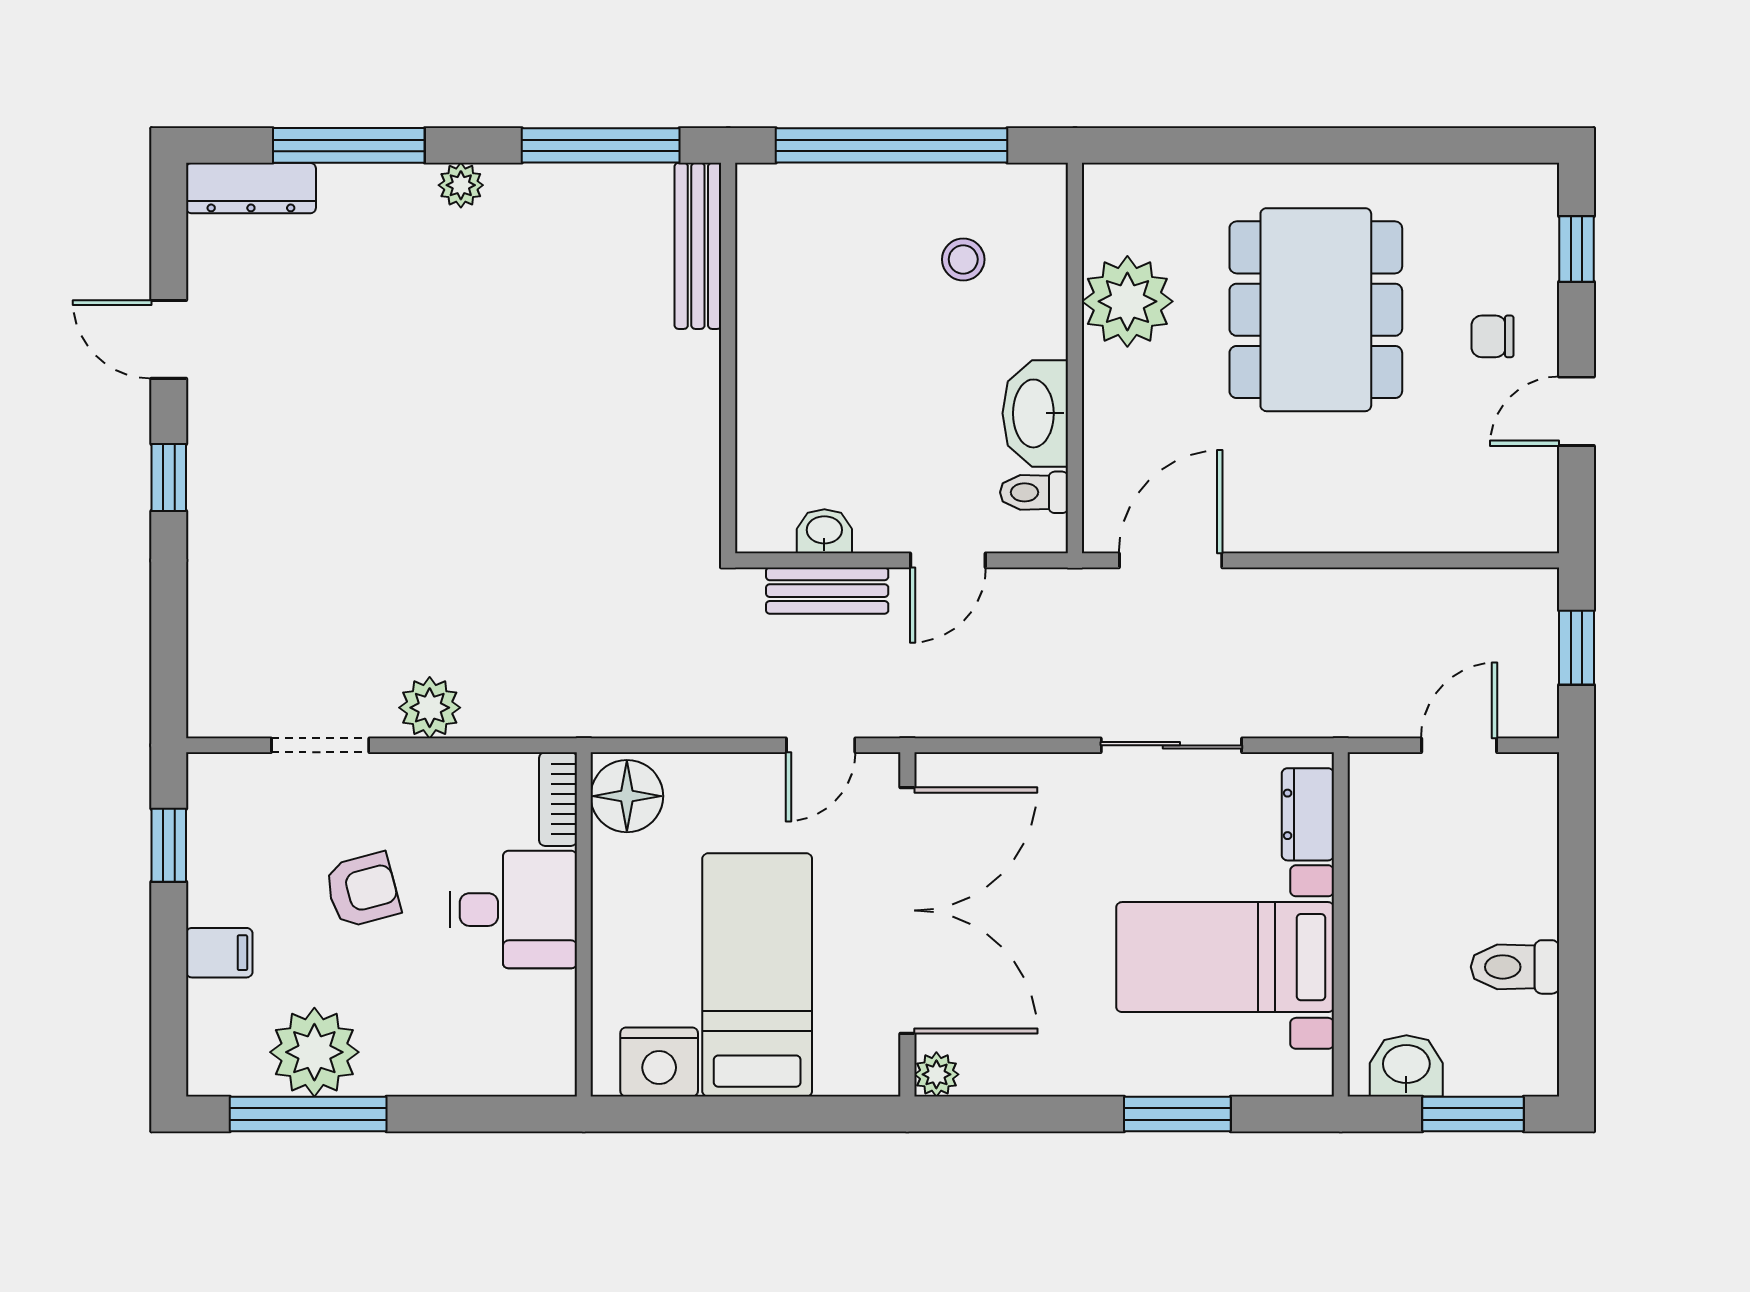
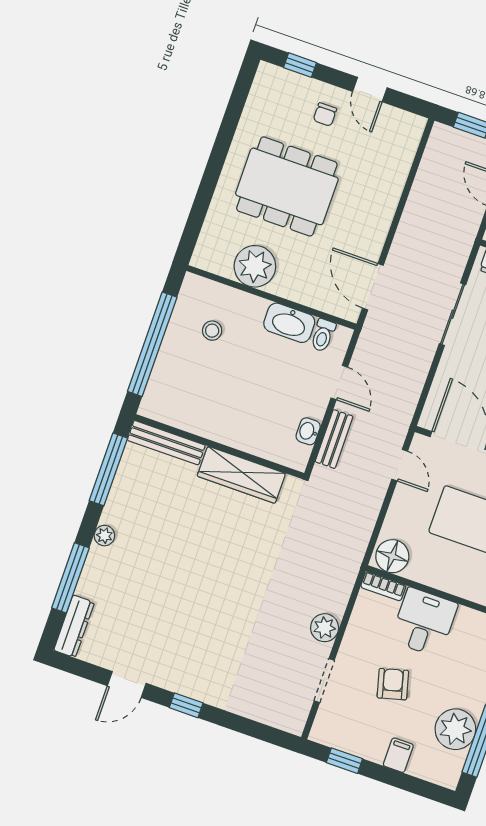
wardrobe: (686, 425) -> (241, 475), added

